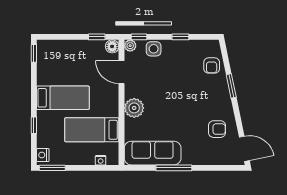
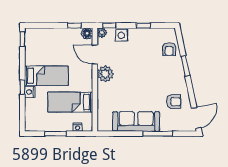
plant: (134, 108) -> (105, 74), moved
window: (34, 125) -> (22, 87), moved
door: (244, 149) -> (196, 118), hinge flipped
sofa: (153, 153) -> (136, 121), moved
nightstand: (43, 155) -> (30, 92), moved
window: (52, 168) -> (55, 134), moved
window: (174, 168) -> (158, 134), moved

